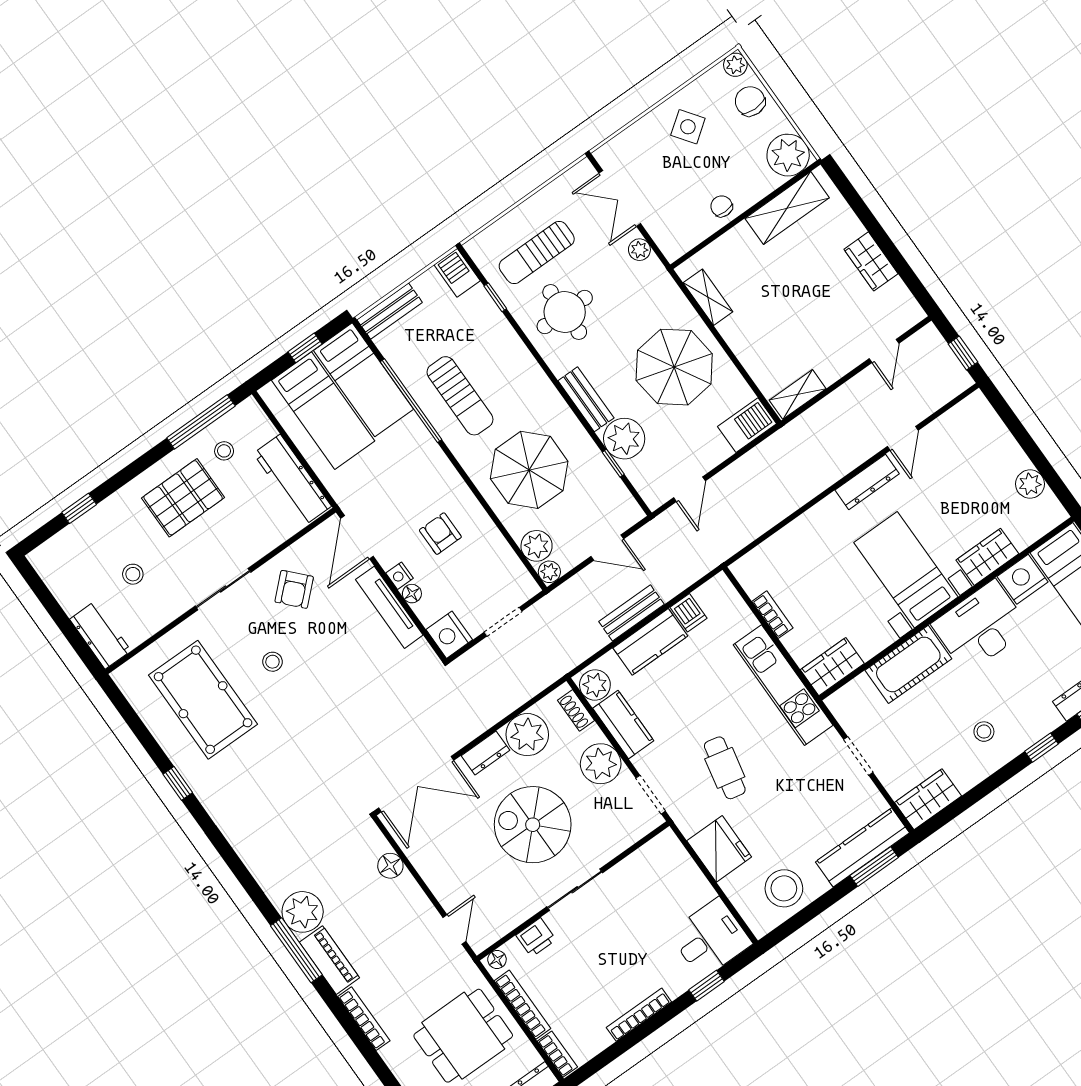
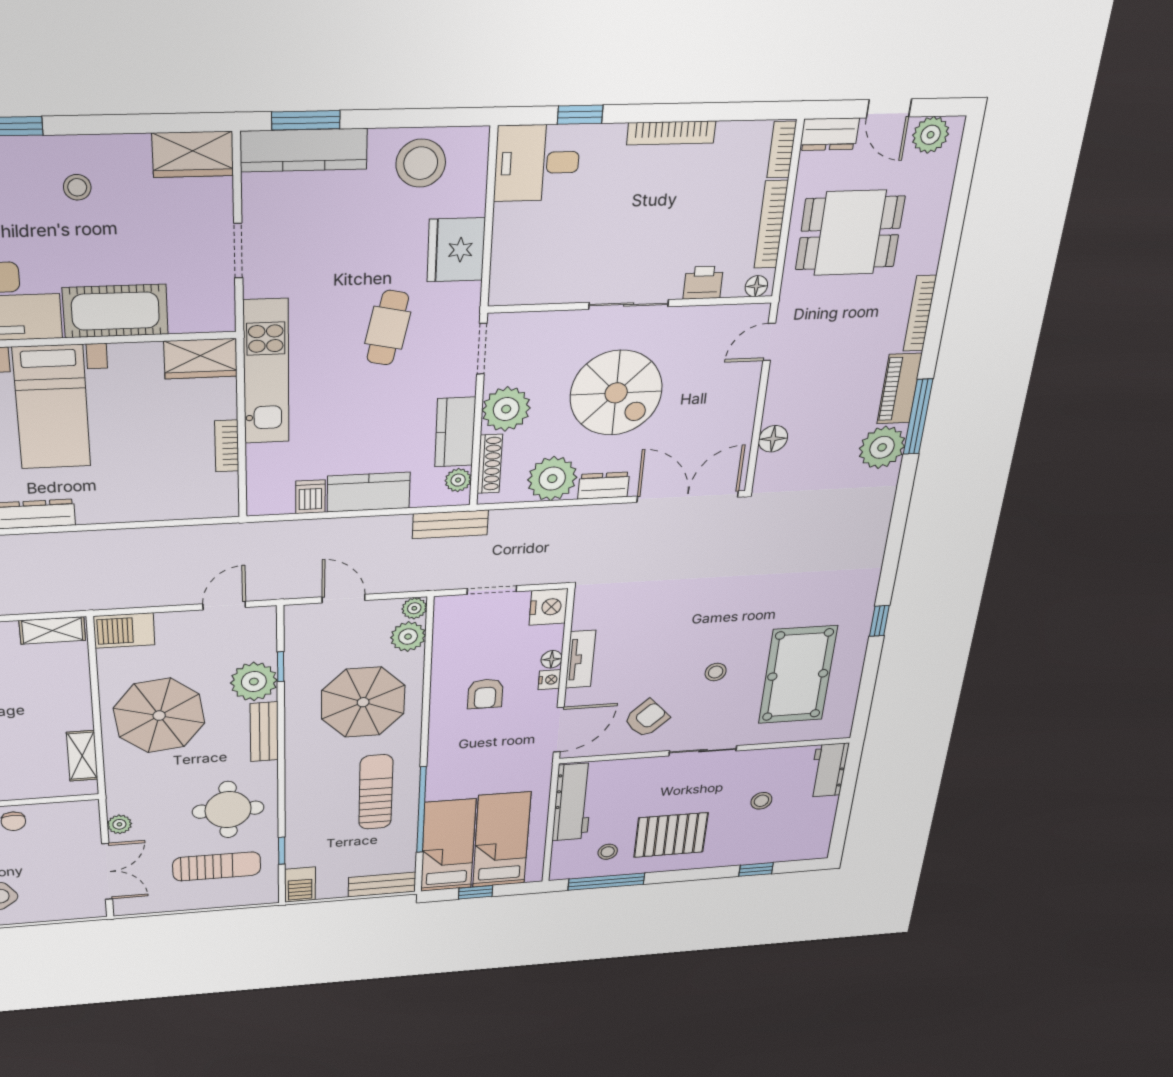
tv unit: (389, 607) -> (581, 659), width x0.71
bench: (631, 613) -> (450, 524), moved
plant: (595, 685) -> (458, 480), width x0.73, depth x0.73
shoe rack: (576, 710) -> (490, 464), width x1.43

